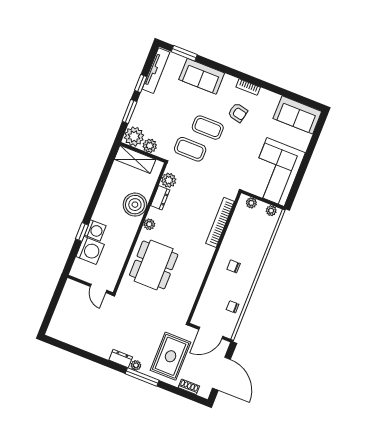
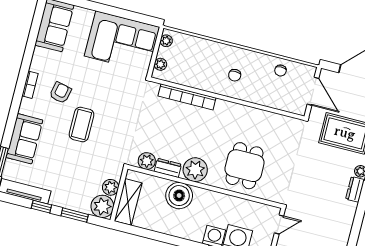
coffee table: (190, 149) -> (109, 141), removed
plant: (149, 224) -> (195, 170), width x1.87, depth x1.87
dining table: (154, 265) -> (245, 166), width x0.73

